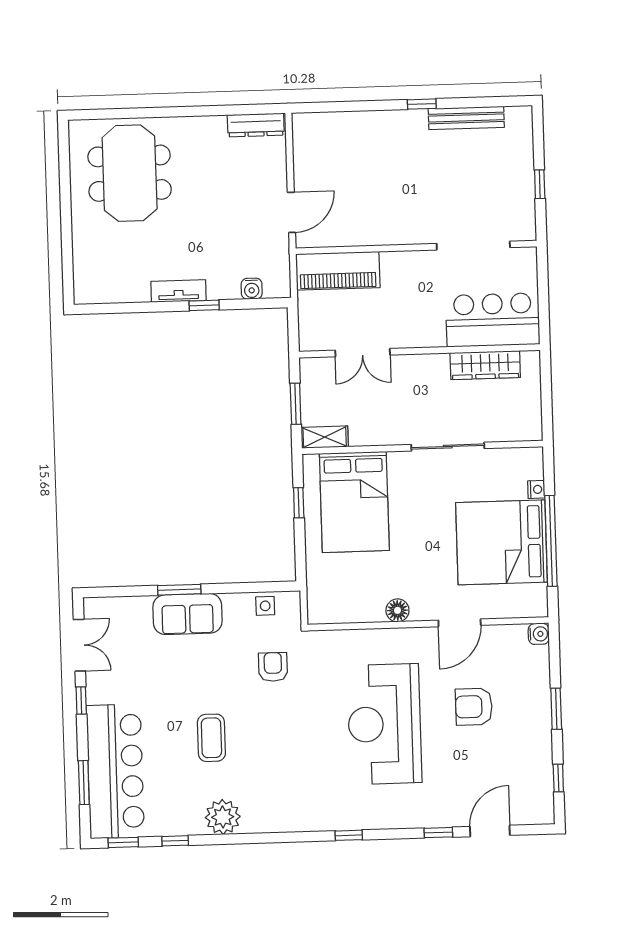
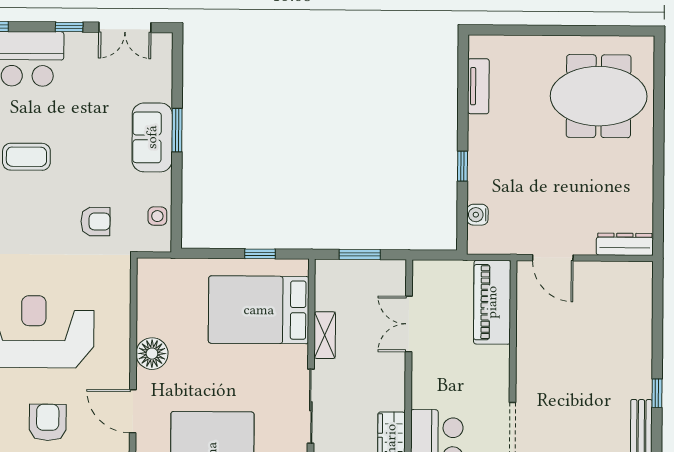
dresser: (256, 125) -> (625, 244), moved, turned 90
tv unit: (179, 291) -> (478, 86), moved
shelving: (325, 437) -> (325, 335), moved
floor lamp: (397, 610) -> (152, 354), width x1.38, depth x1.38

